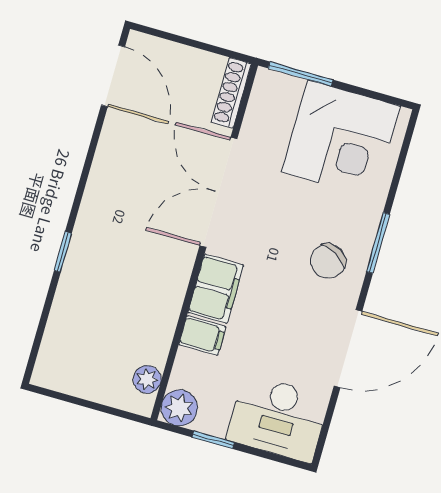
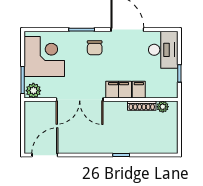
shoe rack: (231, 93) -> (142, 106), moved
chair: (328, 261) -> (95, 48), turned 60
plant: (179, 408) -> (33, 91), moved

